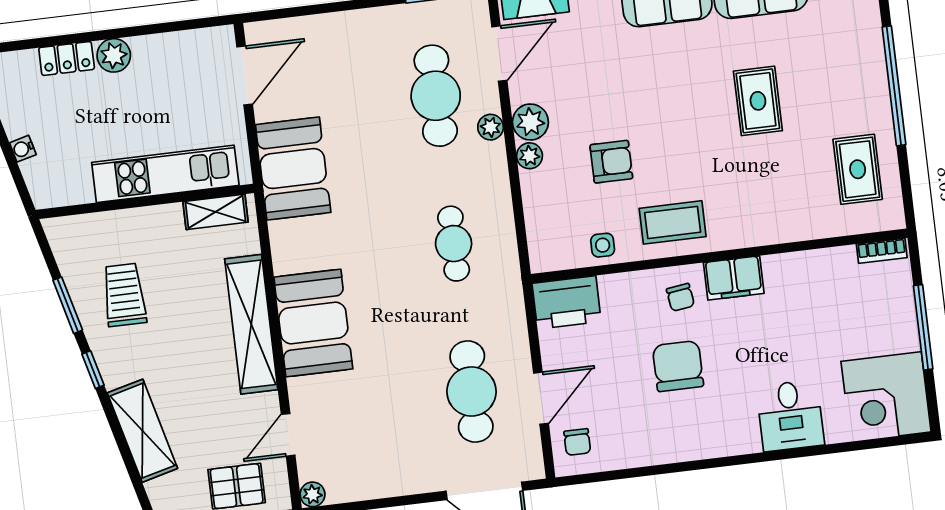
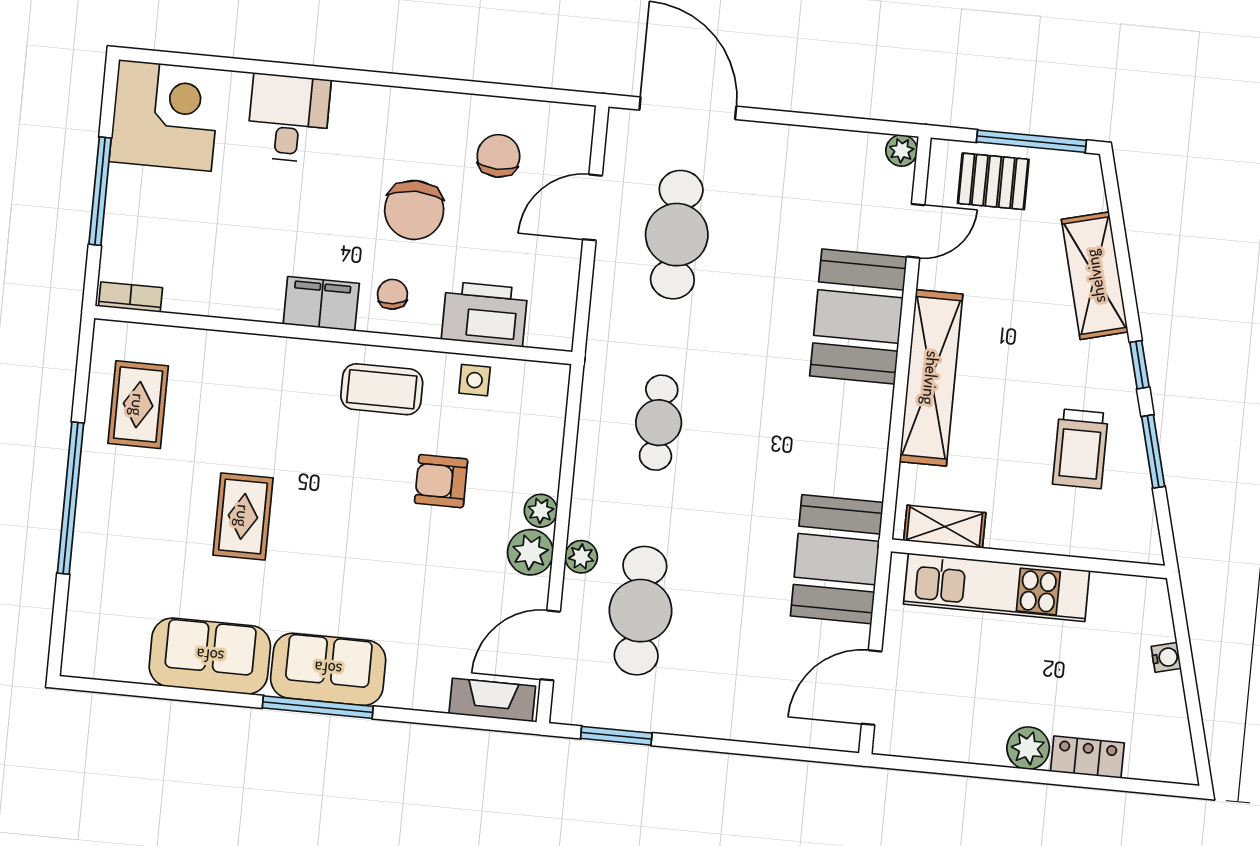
printer: (567, 302) -> (485, 314), moved
booth: (313, 323) -> (858, 317), moved
chair: (577, 442) -> (498, 156), moved, width x1.37, depth x1.37

